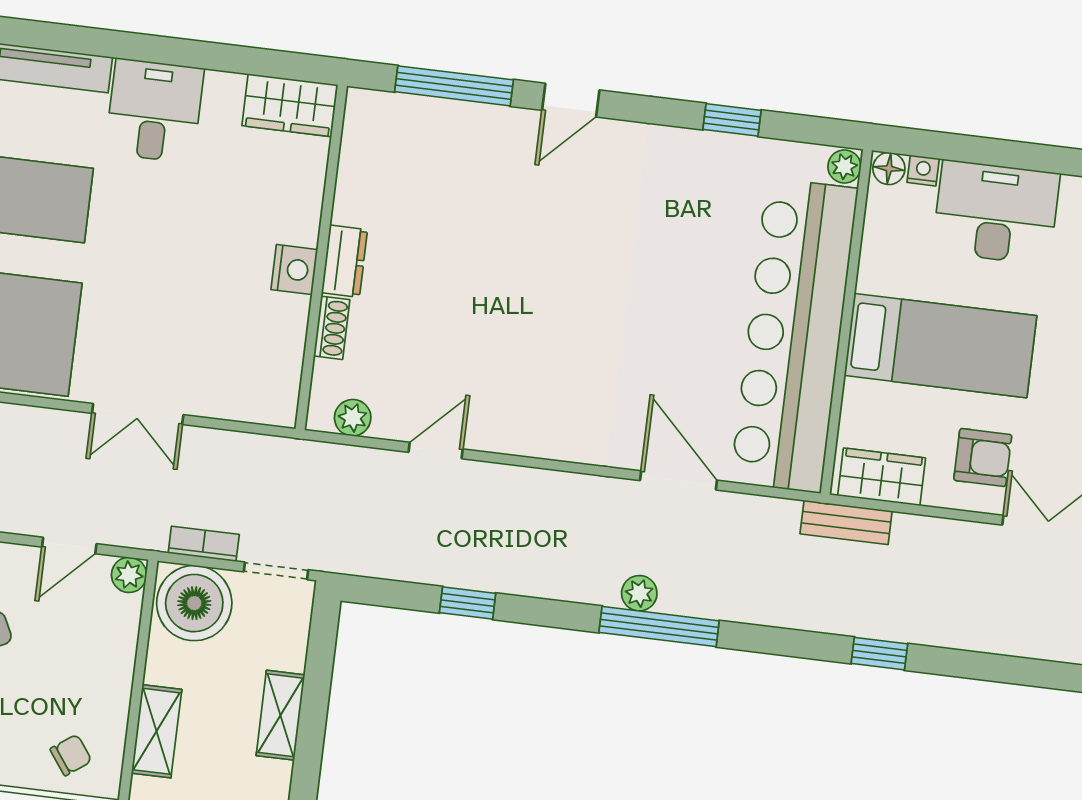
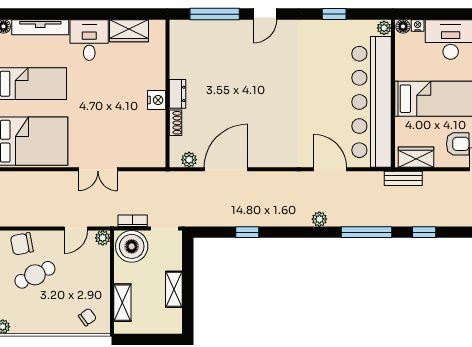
wardrobe: (290, 105) -> (129, 31), moved
door: (436, 451) -> (226, 169), width x1.88
window: (659, 627) -> (367, 232), moved

